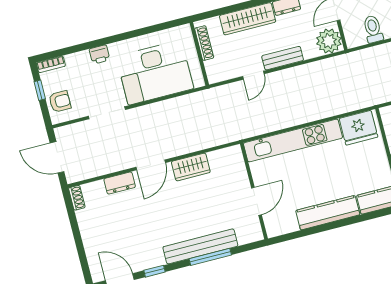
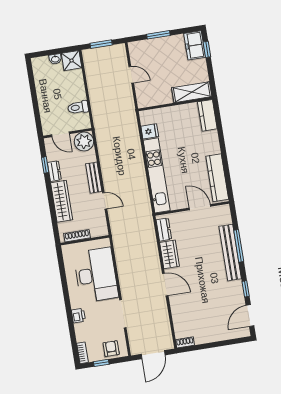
fridge: (359, 128) -> (150, 131), width x0.53, depth x0.75
dresser: (120, 183) -> (164, 230), moved
kitchen counter: (328, 213) -> (217, 178), moved

